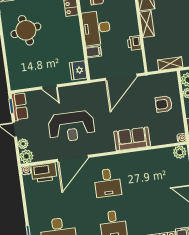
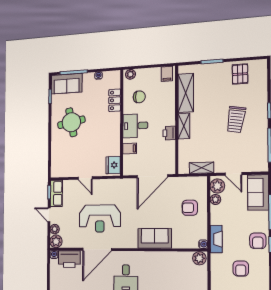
desk: (96, 28) -> (135, 126), width x0.73
printer: (134, 43) -> (169, 133), moved

